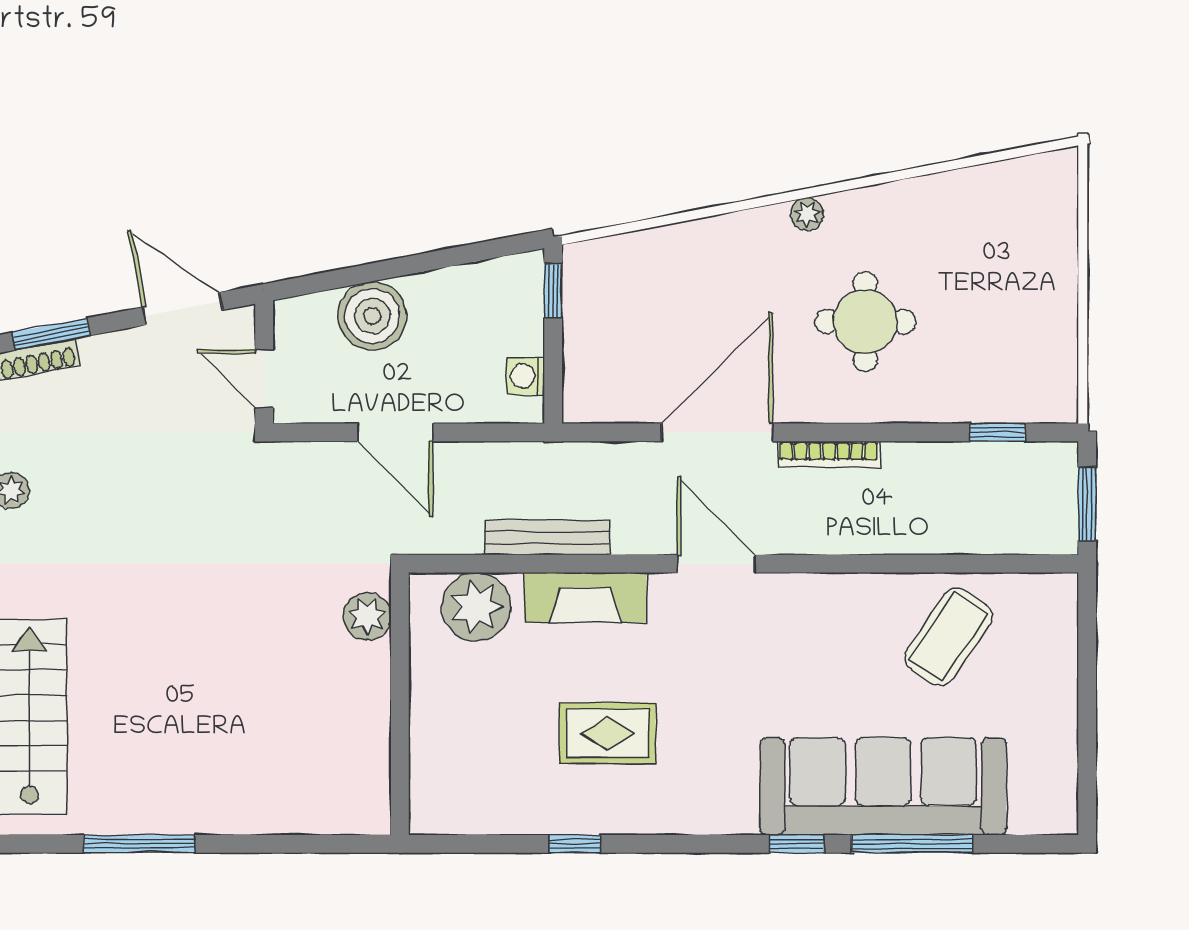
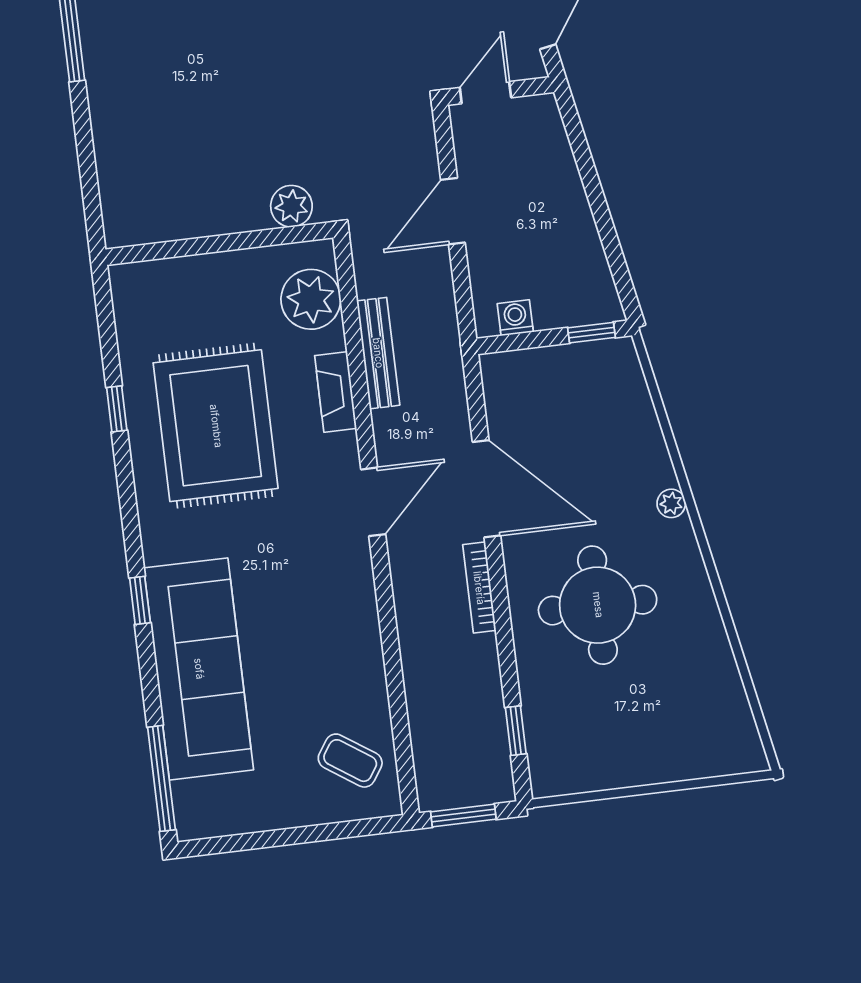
plant: (807, 214) -> (671, 503), moved
boiler: (372, 316) -> (551, 179), removed
round table: (865, 322) -> (598, 605), width x1.36, depth x1.36
fireplace: (586, 598) -> (336, 392), width x0.73, depth x0.76
coffee table: (948, 637) -> (350, 761), moved, width x0.73, depth x0.77
rug: (607, 733) -> (216, 426), width x1.86, depth x2.06
window: (912, 844) -> (161, 778), moved

